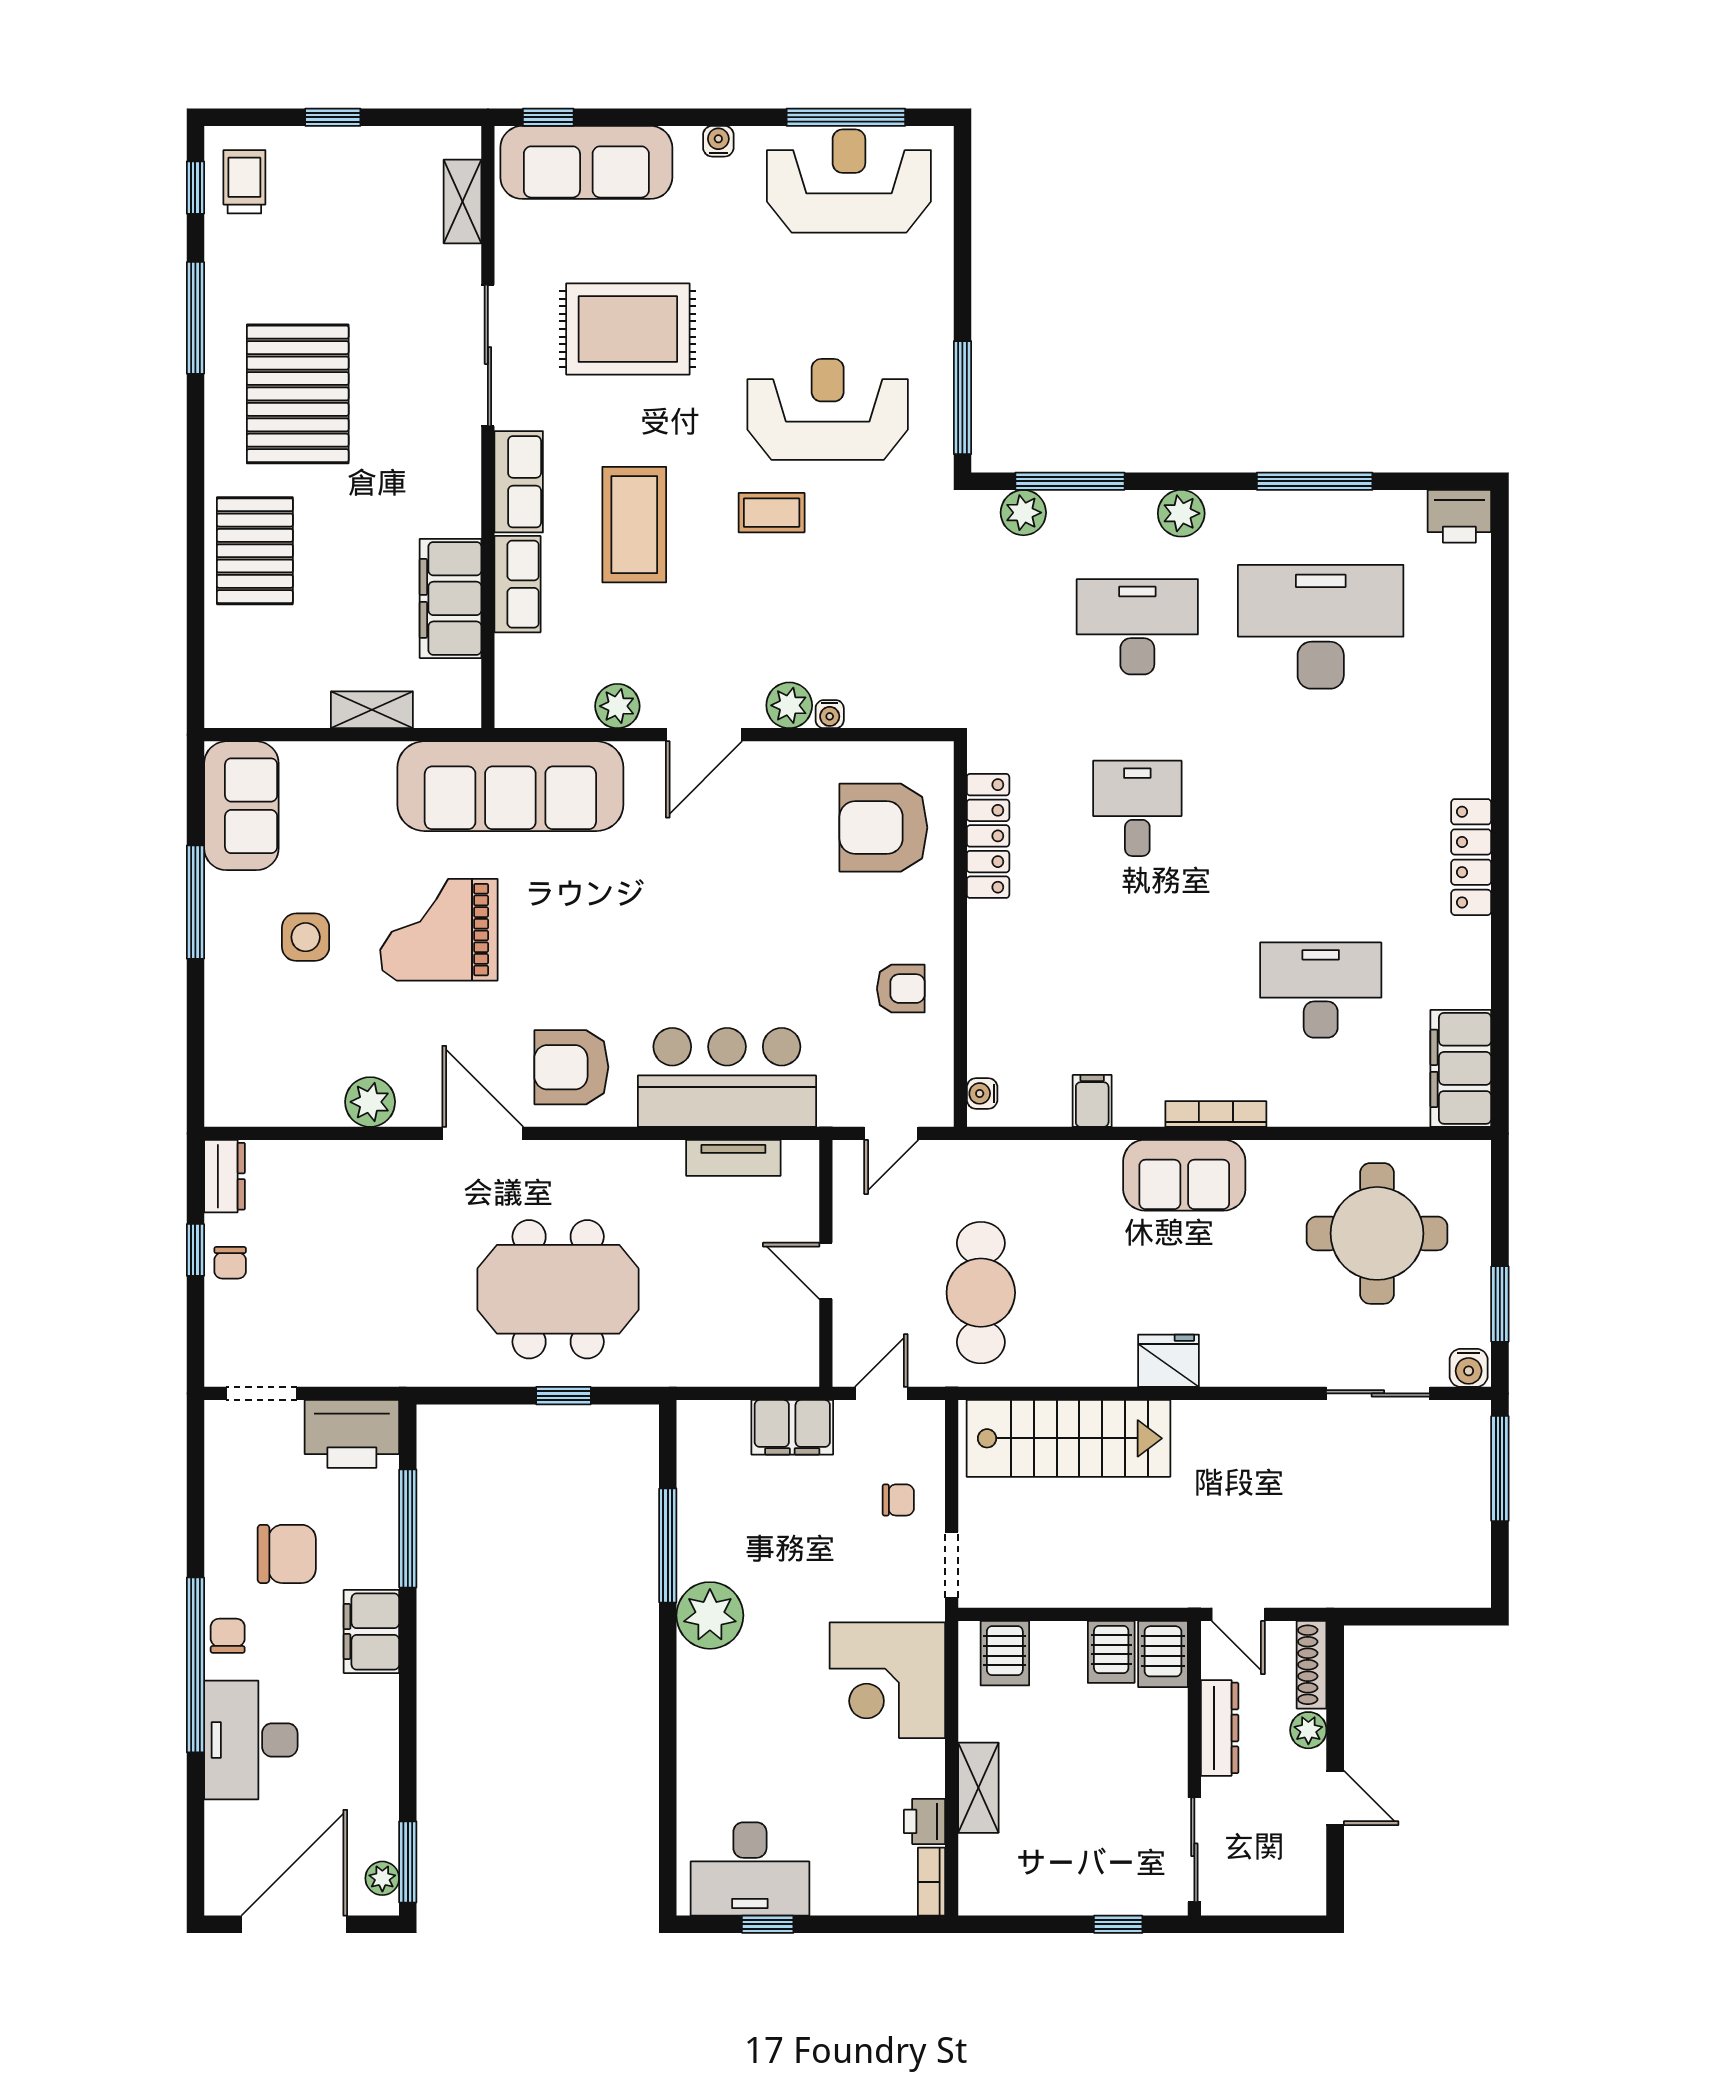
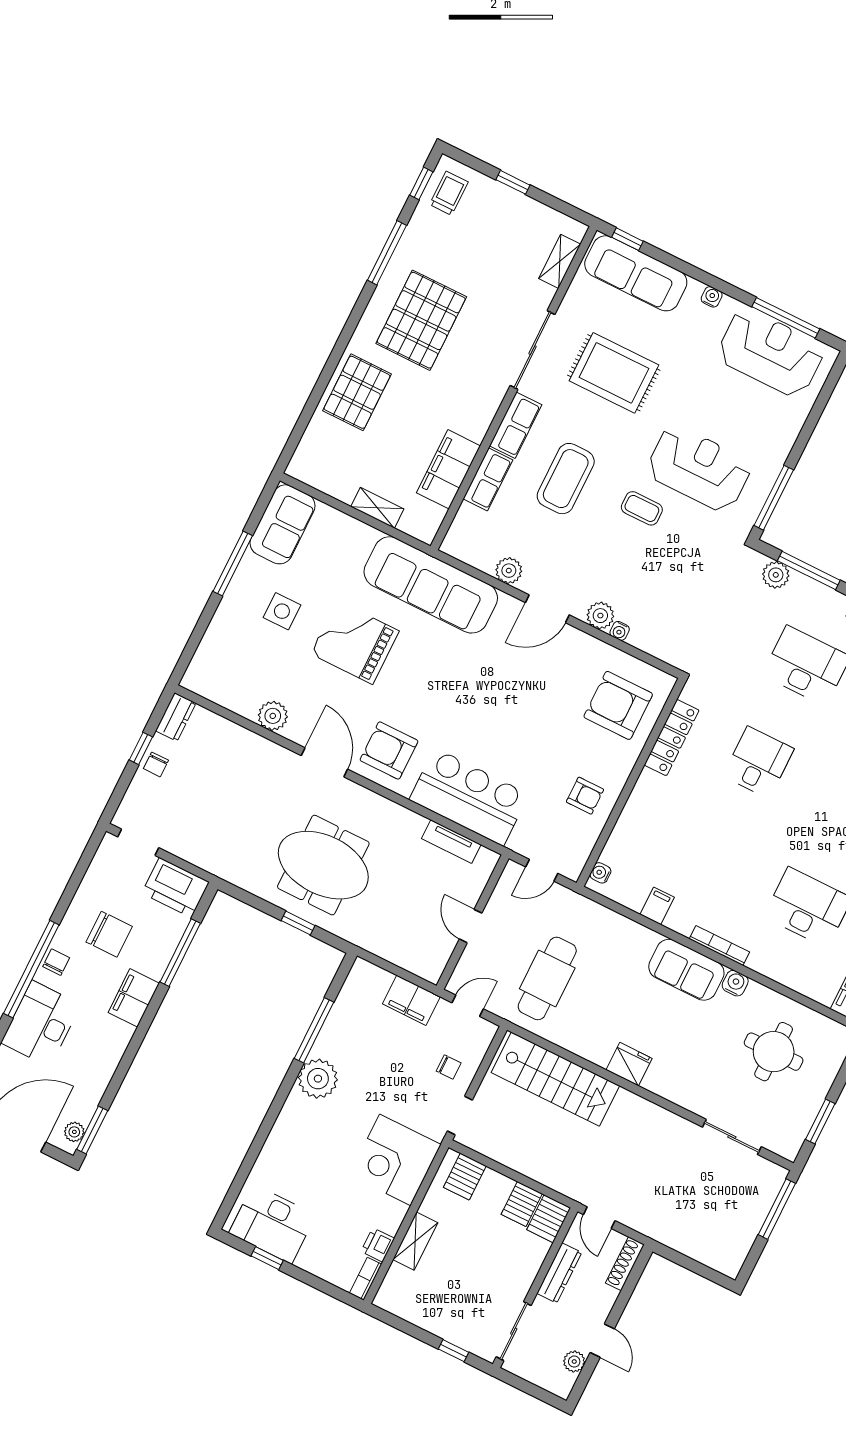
round table: (1377, 1233) -> (774, 1052), width x0.73, depth x0.73
water cooler: (1469, 1368) -> (735, 983), moved, turned 180
plant: (1308, 1730) -> (574, 1362), moved

